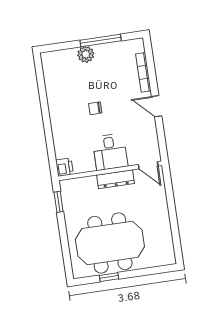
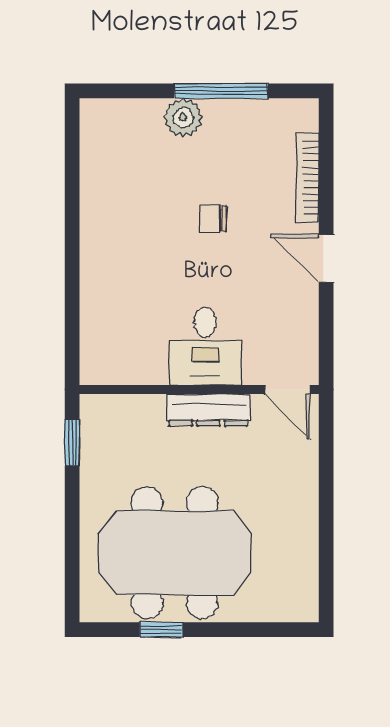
chair: (95, 108) -> (213, 219), moved
printer: (64, 167) -> (97, 366), removed

